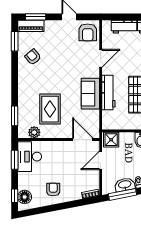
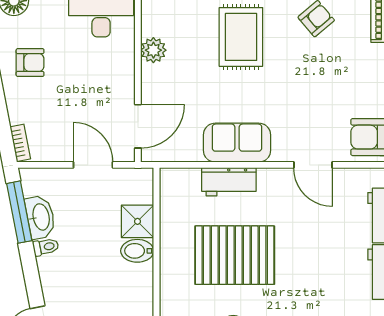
workbench: (108, 93) -> (229, 182), width x0.73
rug: (50, 109) -> (241, 37), moved, turned 90
plant: (34, 132) -> (153, 50), moved
shower: (111, 140) -> (138, 221), moved

